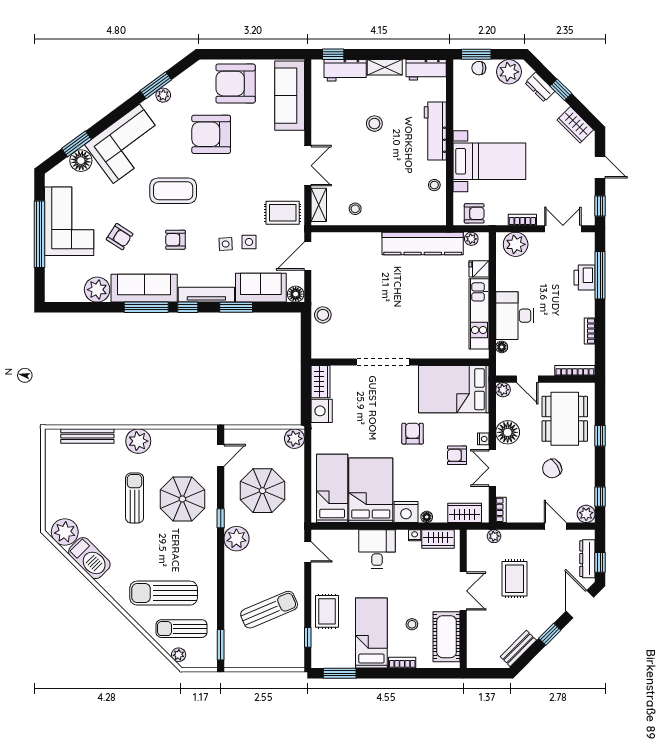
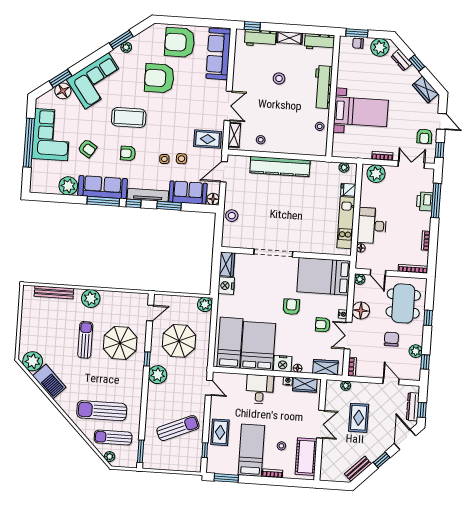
armchair: (474, 213) -> (424, 136), moved, turned 90
kitchen counter: (423, 243) -> (280, 166), moved
chair: (552, 469) -> (391, 339), turned 122
plant: (586, 514) -> (416, 351), moved

